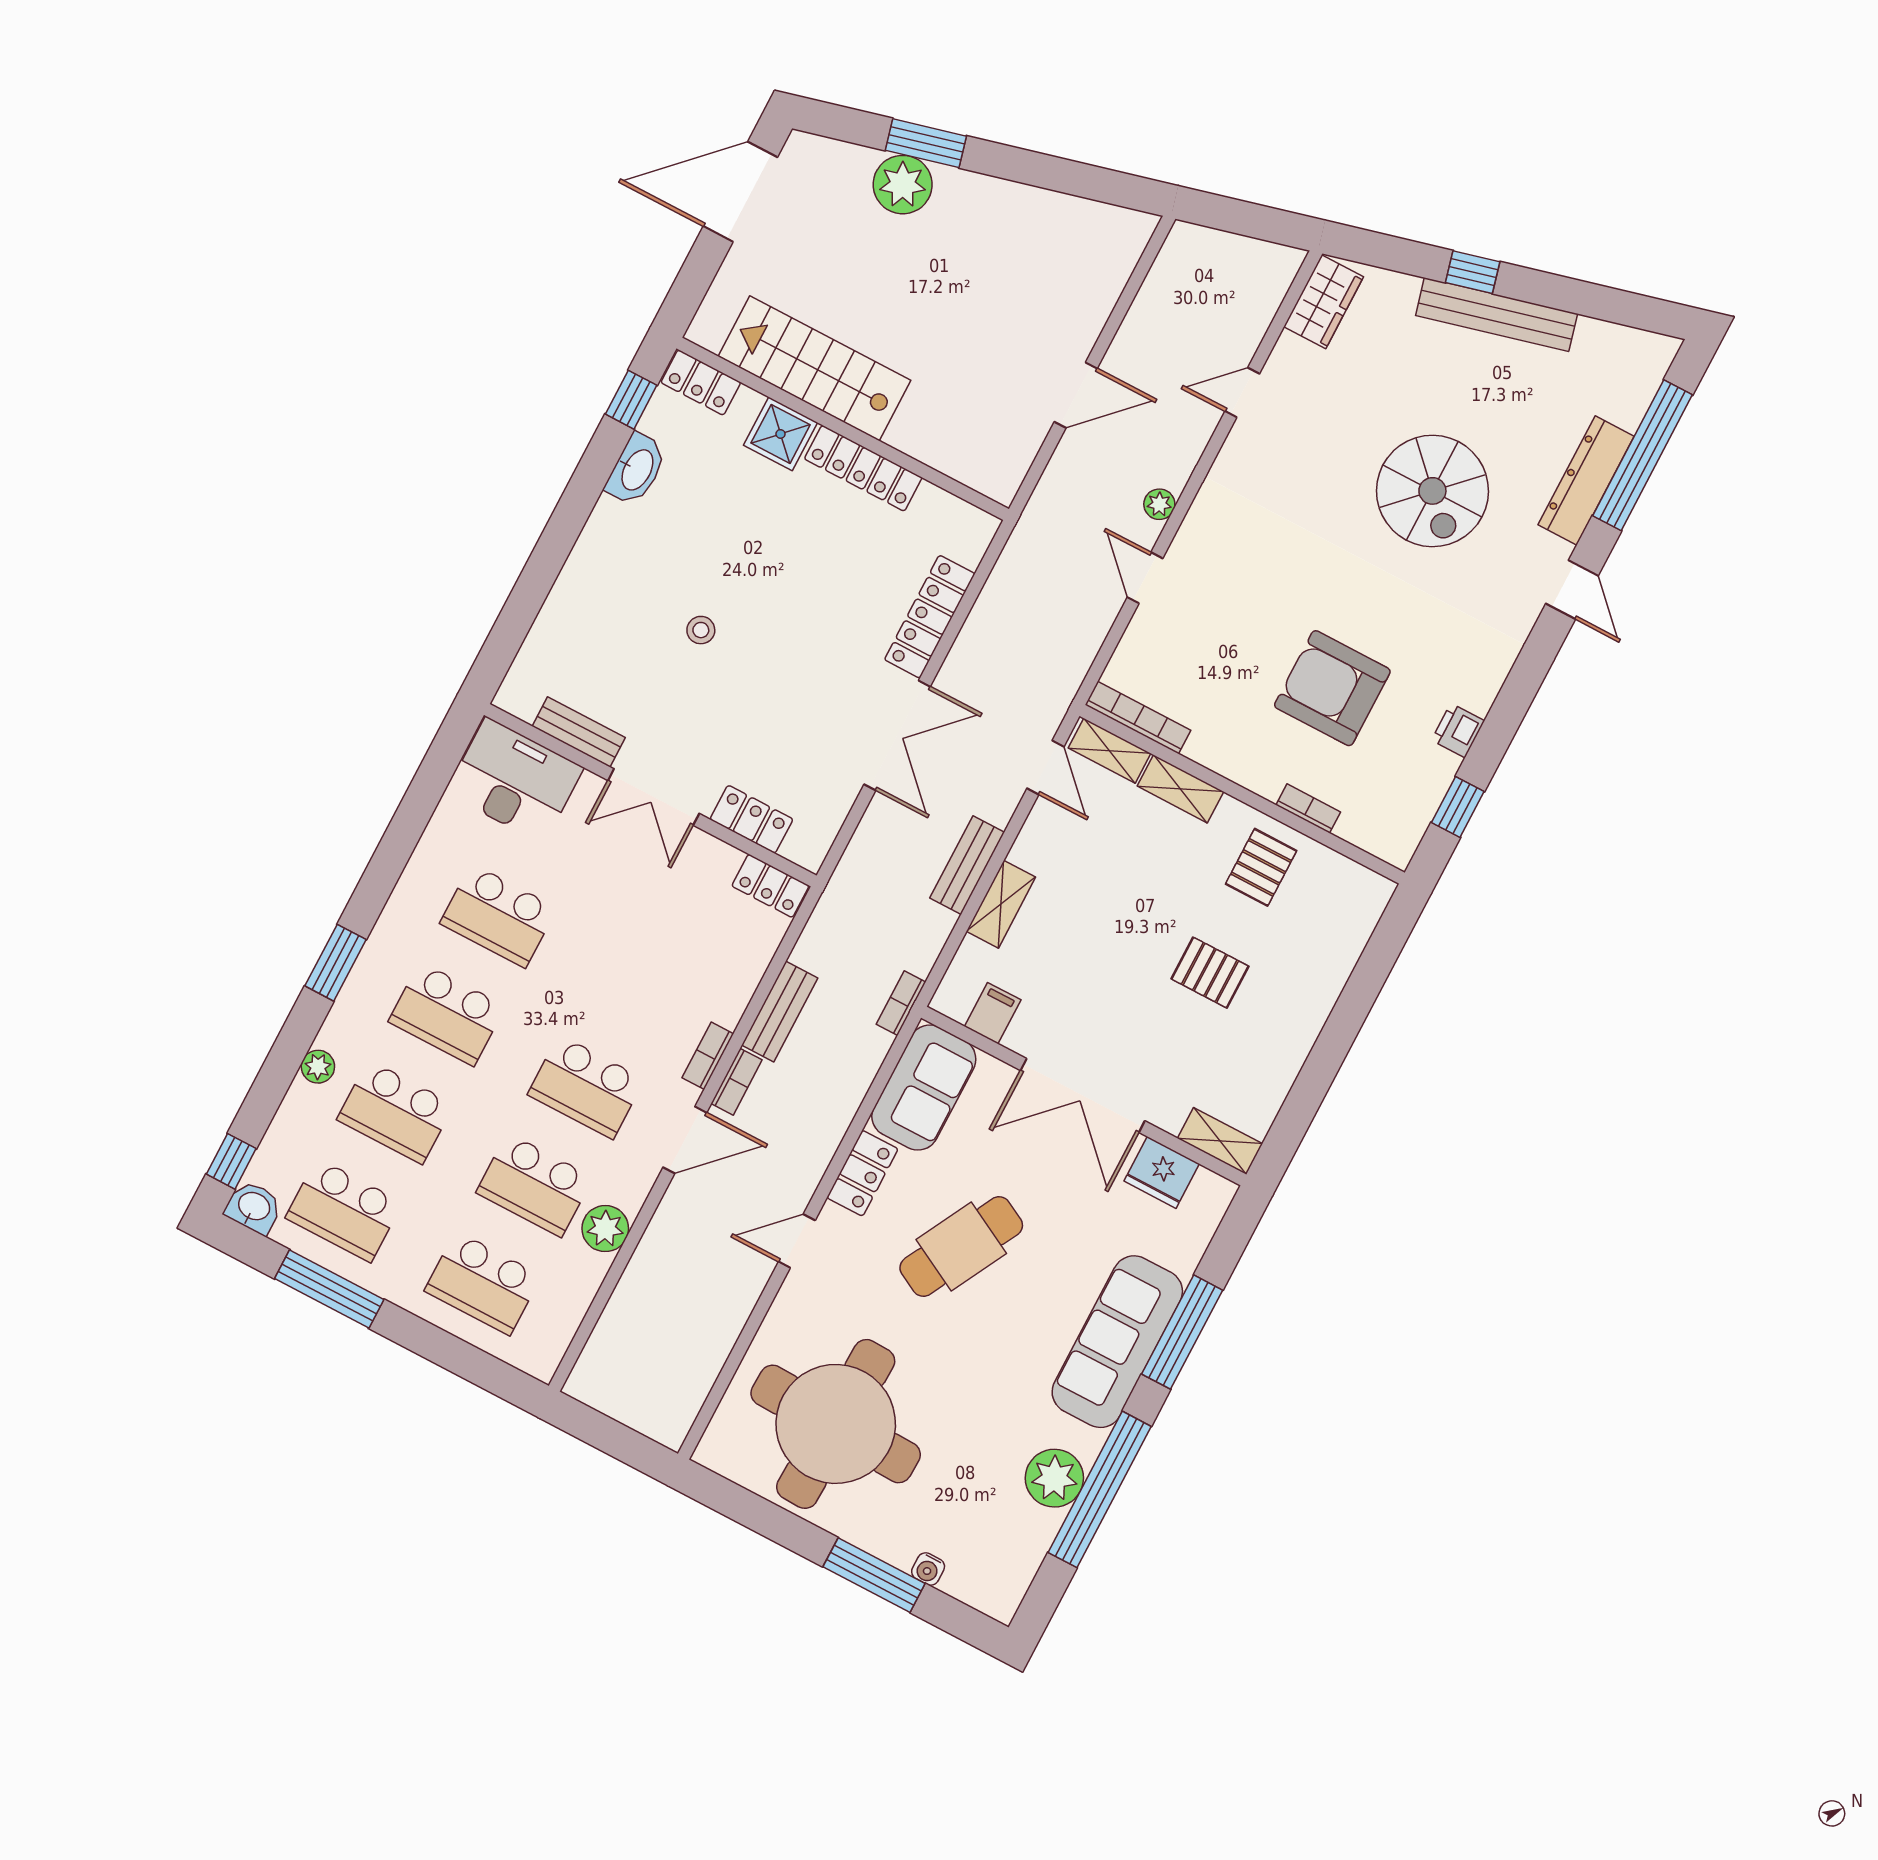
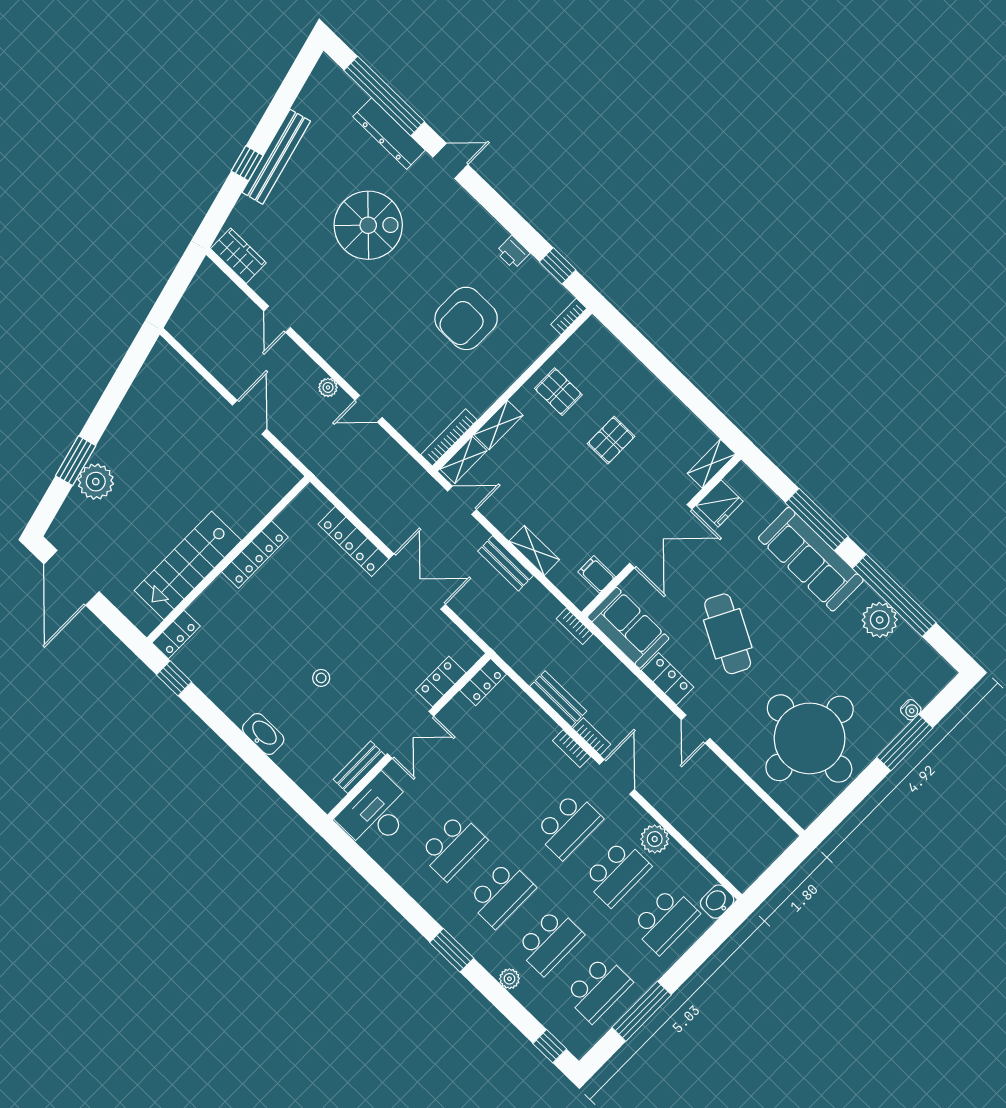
shower: (781, 434) -> (220, 597), removed
washbasin: (636, 469) -> (263, 734), moved
bookcase: (1308, 808) -> (569, 316), moved
washbasin: (254, 1207) -> (717, 902), moved

